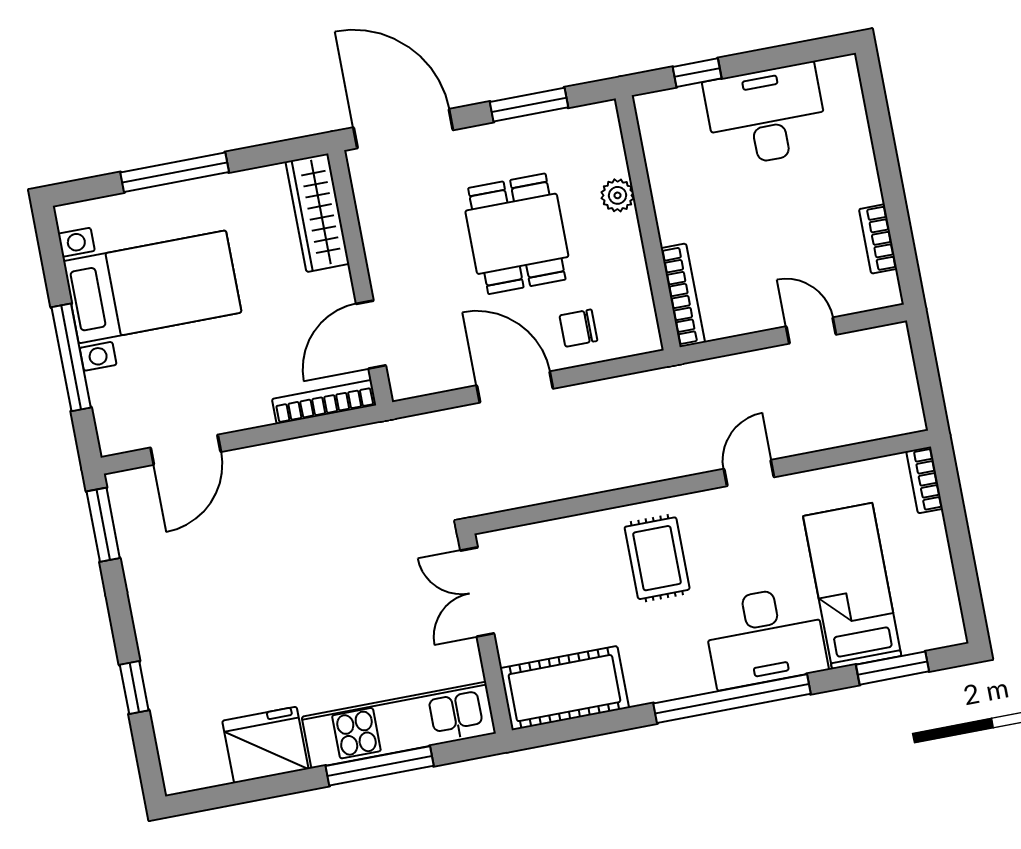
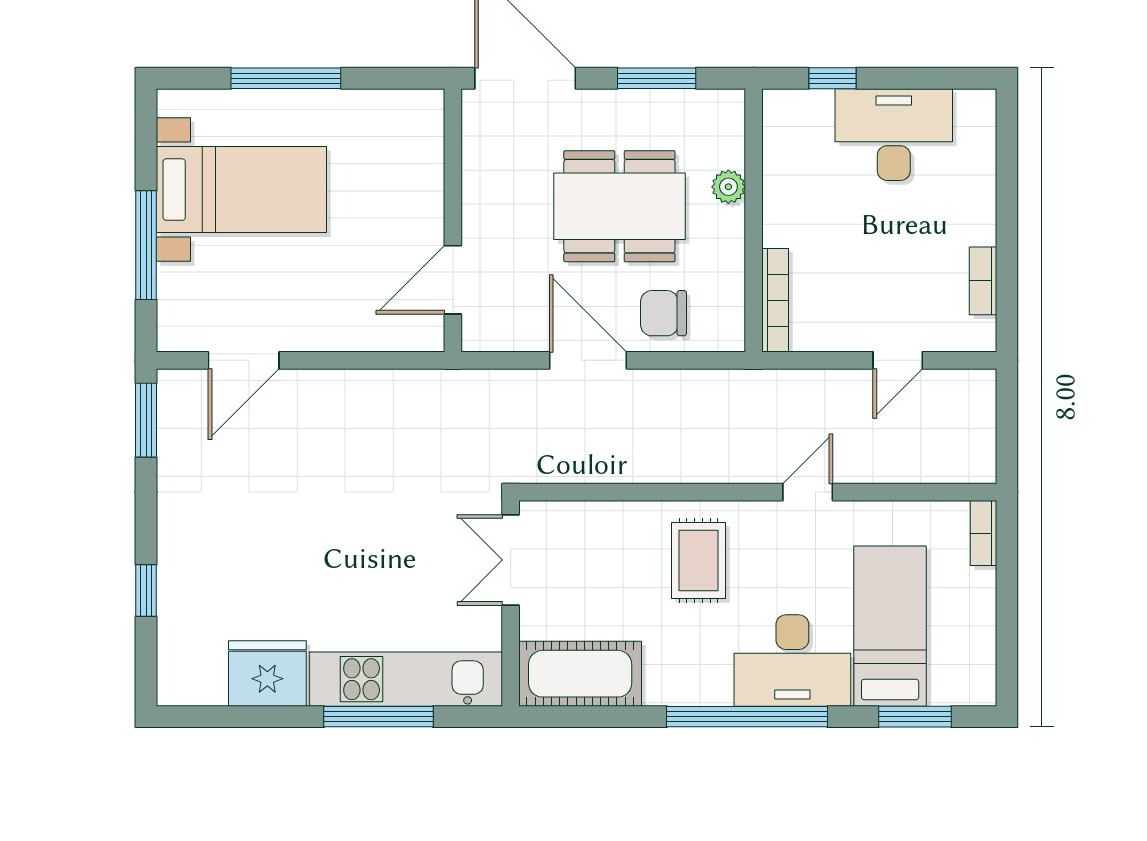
wardrobe: (317, 213) -> (422, 146), removed
dining table: (517, 234) -> (619, 206), width x1.38
chair: (578, 328) -> (664, 313), width x1.37, depth x1.37
door: (811, 330) -> (898, 360), swing flipped
bookcase: (324, 402) -> (393, 339), removed

